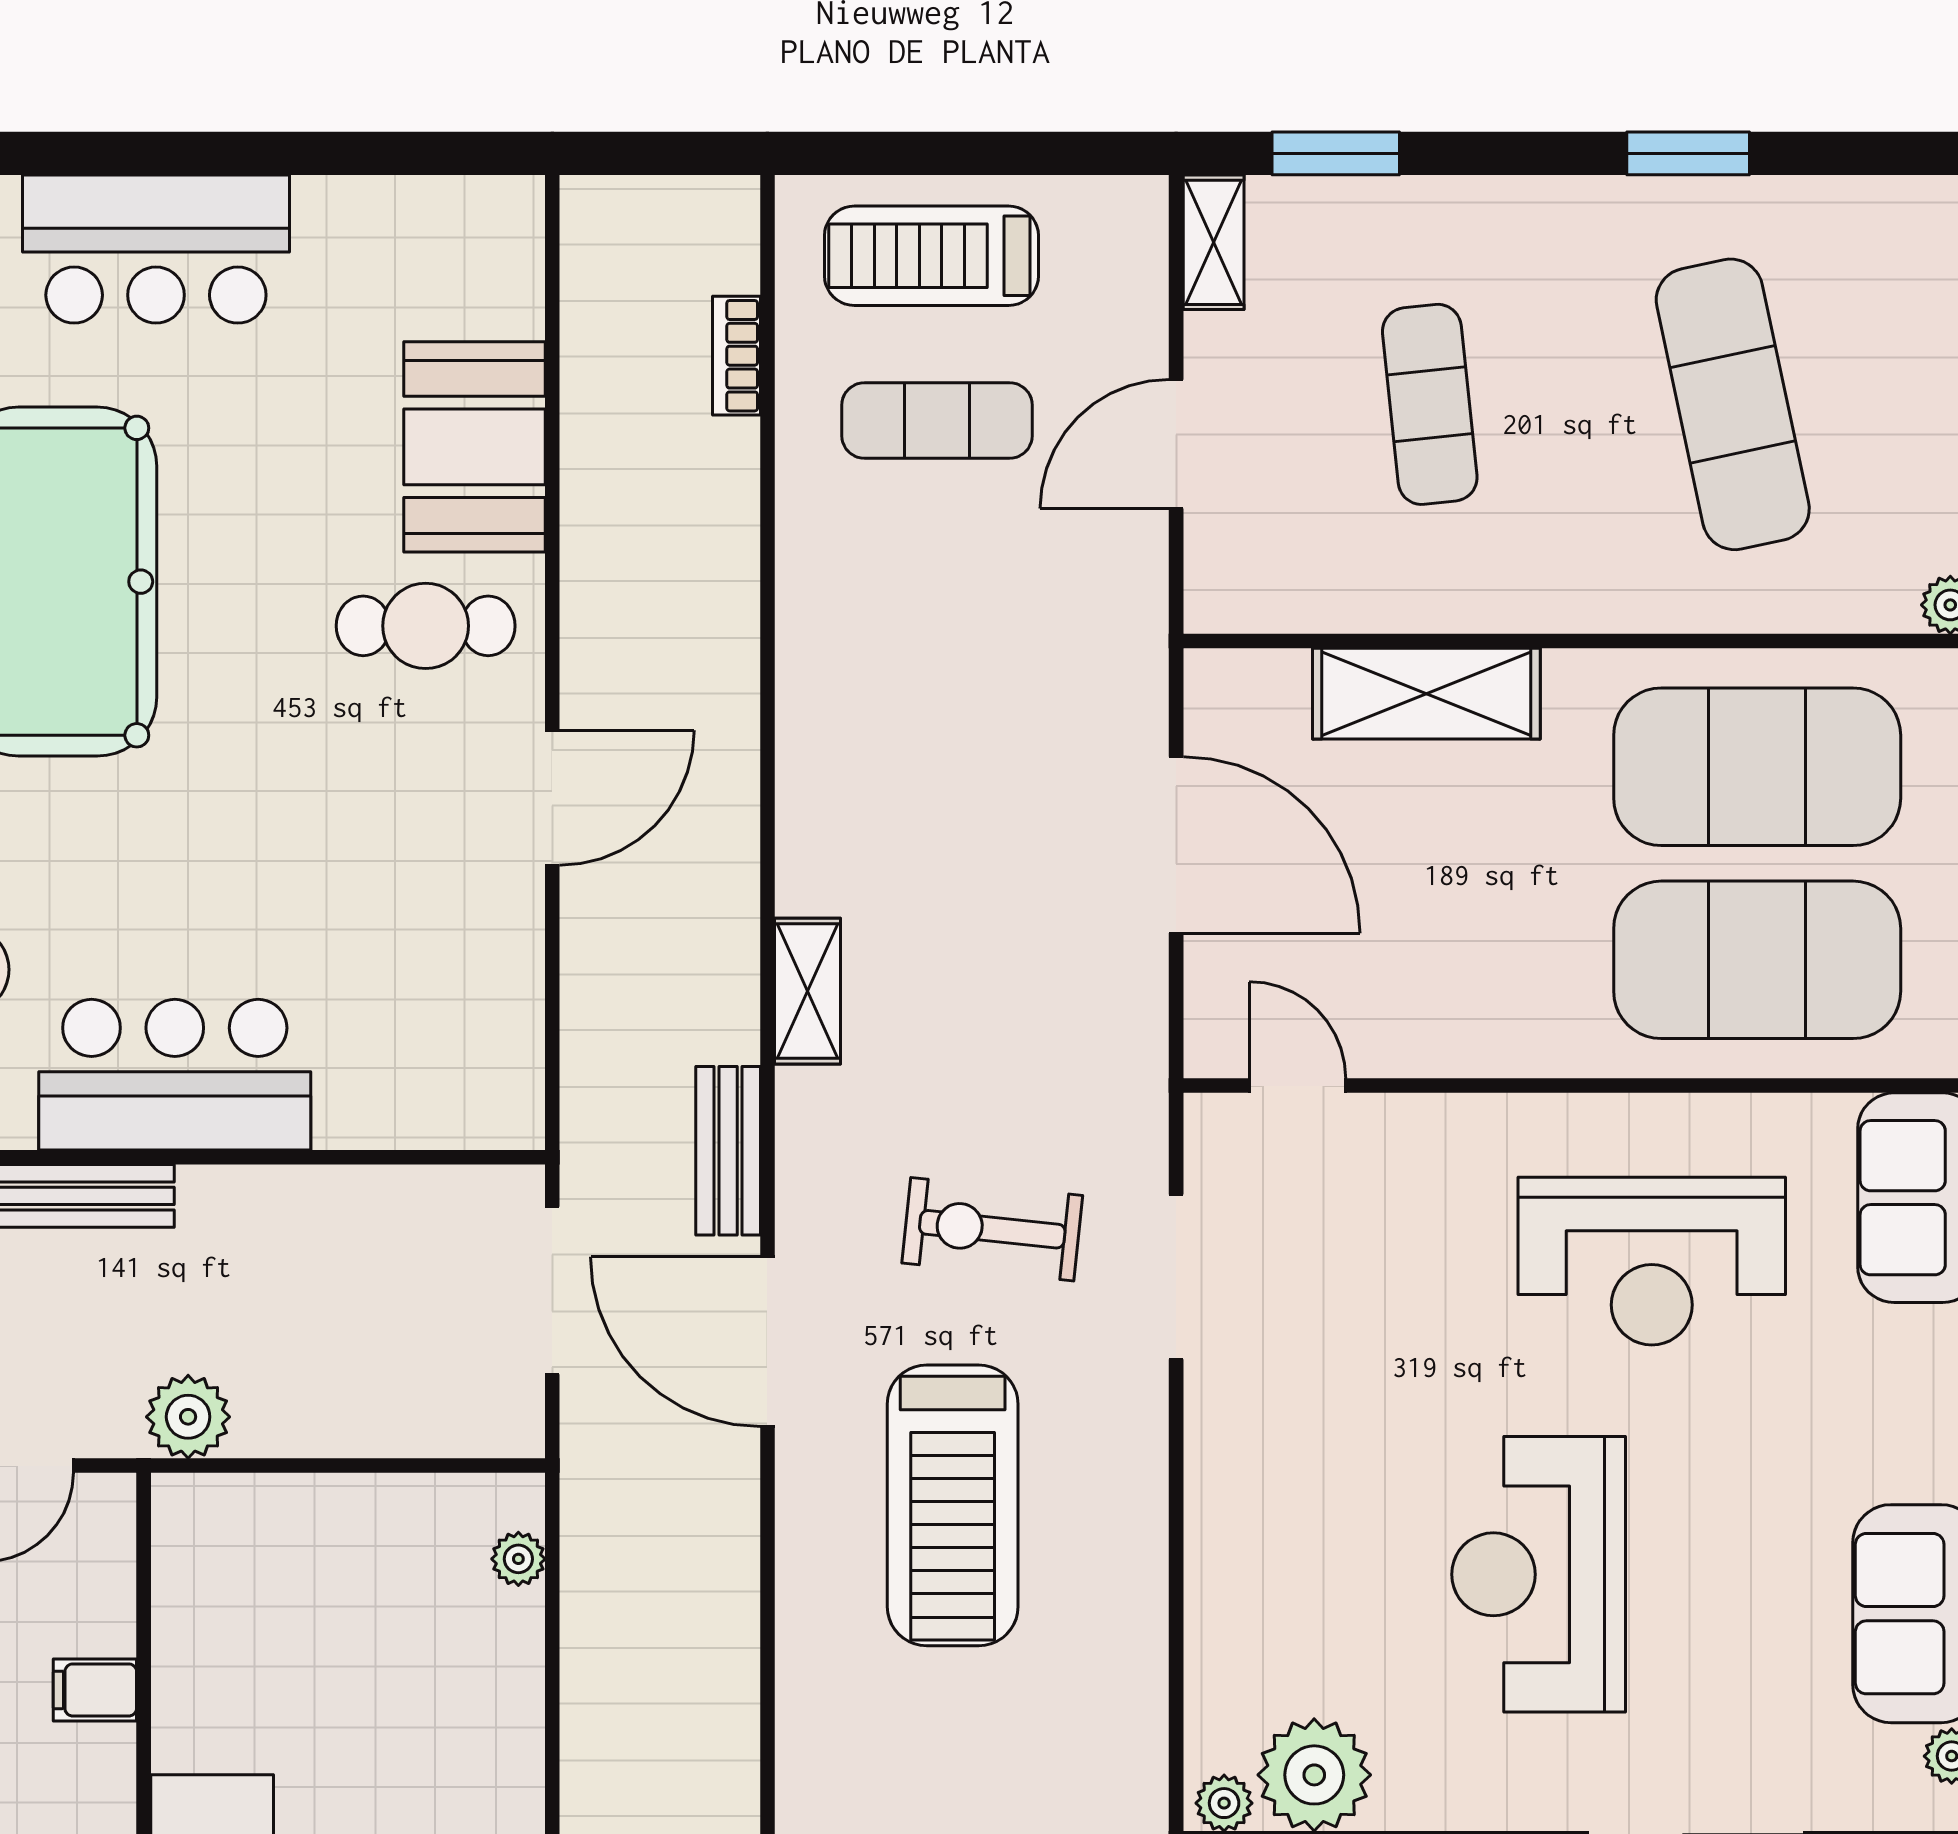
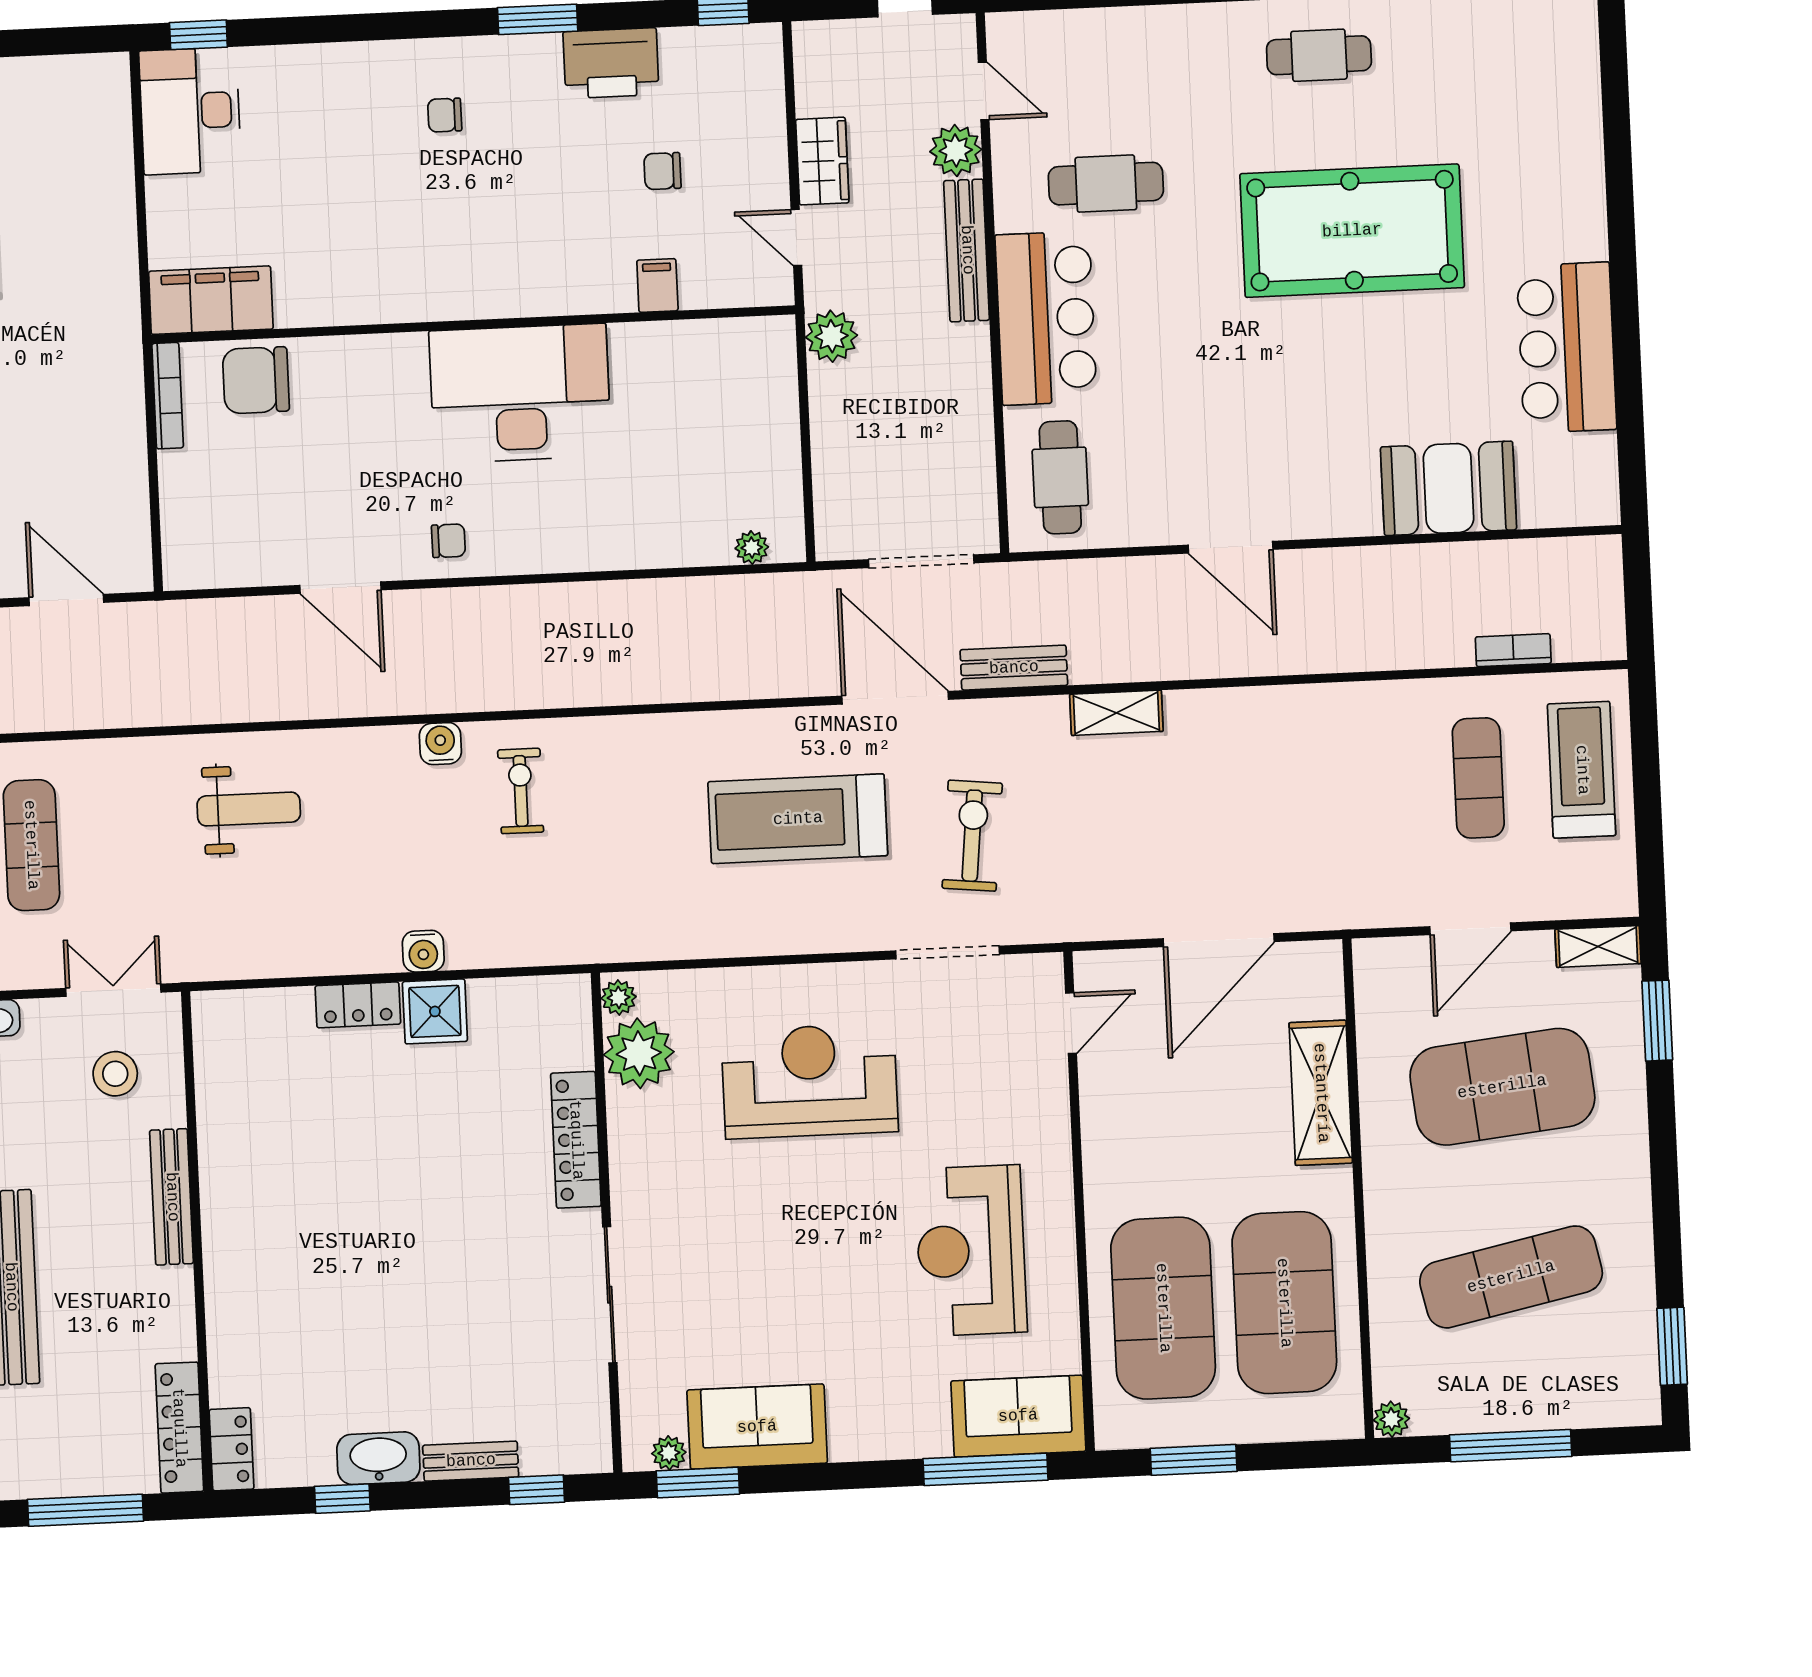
window: (1688, 153) -> (1672, 1346), moved
bar counter: (156, 249) -> (1567, 348), moved
exercise mat: (1430, 404) -> (1502, 1087), width x2.00, depth x1.45
door: (1176, 444) -> (1470, 929), swing flipped
cafe table: (426, 626) -> (1060, 477), moved
door: (767, 1342) -> (895, 698), hinge flipped
reception desk: (1539, 1574) -> (810, 1081), moved

